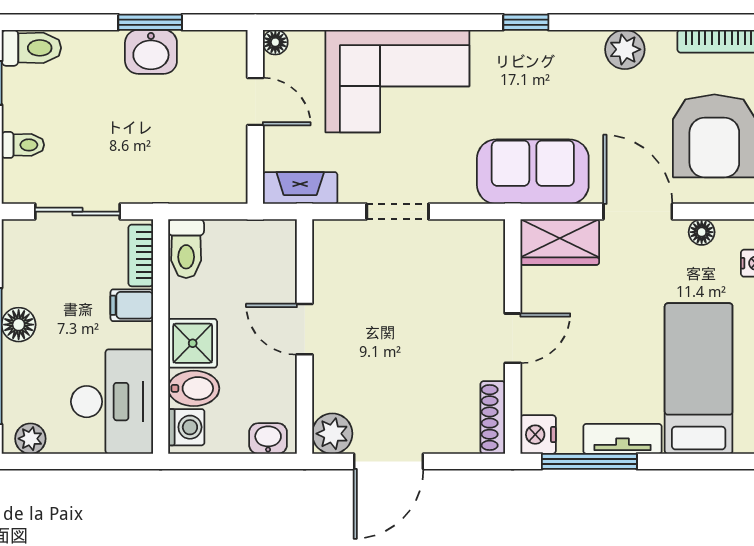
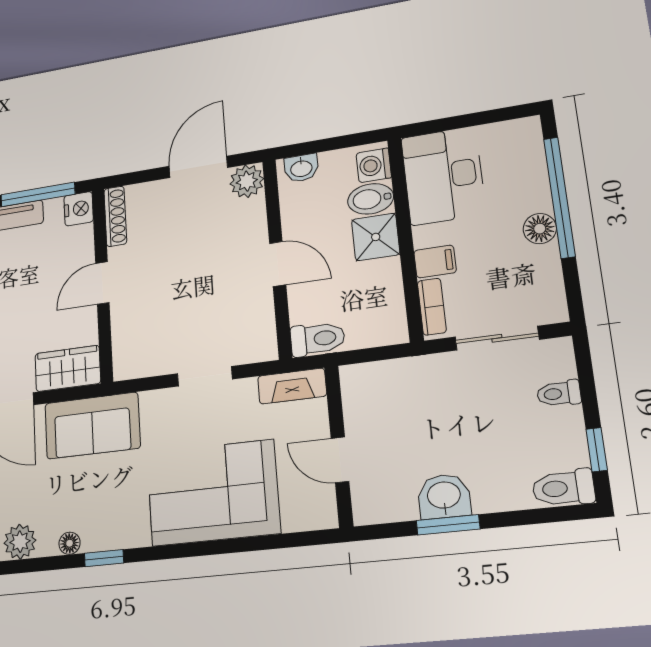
floor lamp: (275, 42) -> (70, 543), moved
toilet: (186, 249) -> (318, 339), moved, turned 90
plant: (30, 439) -> (515, 132), removed

